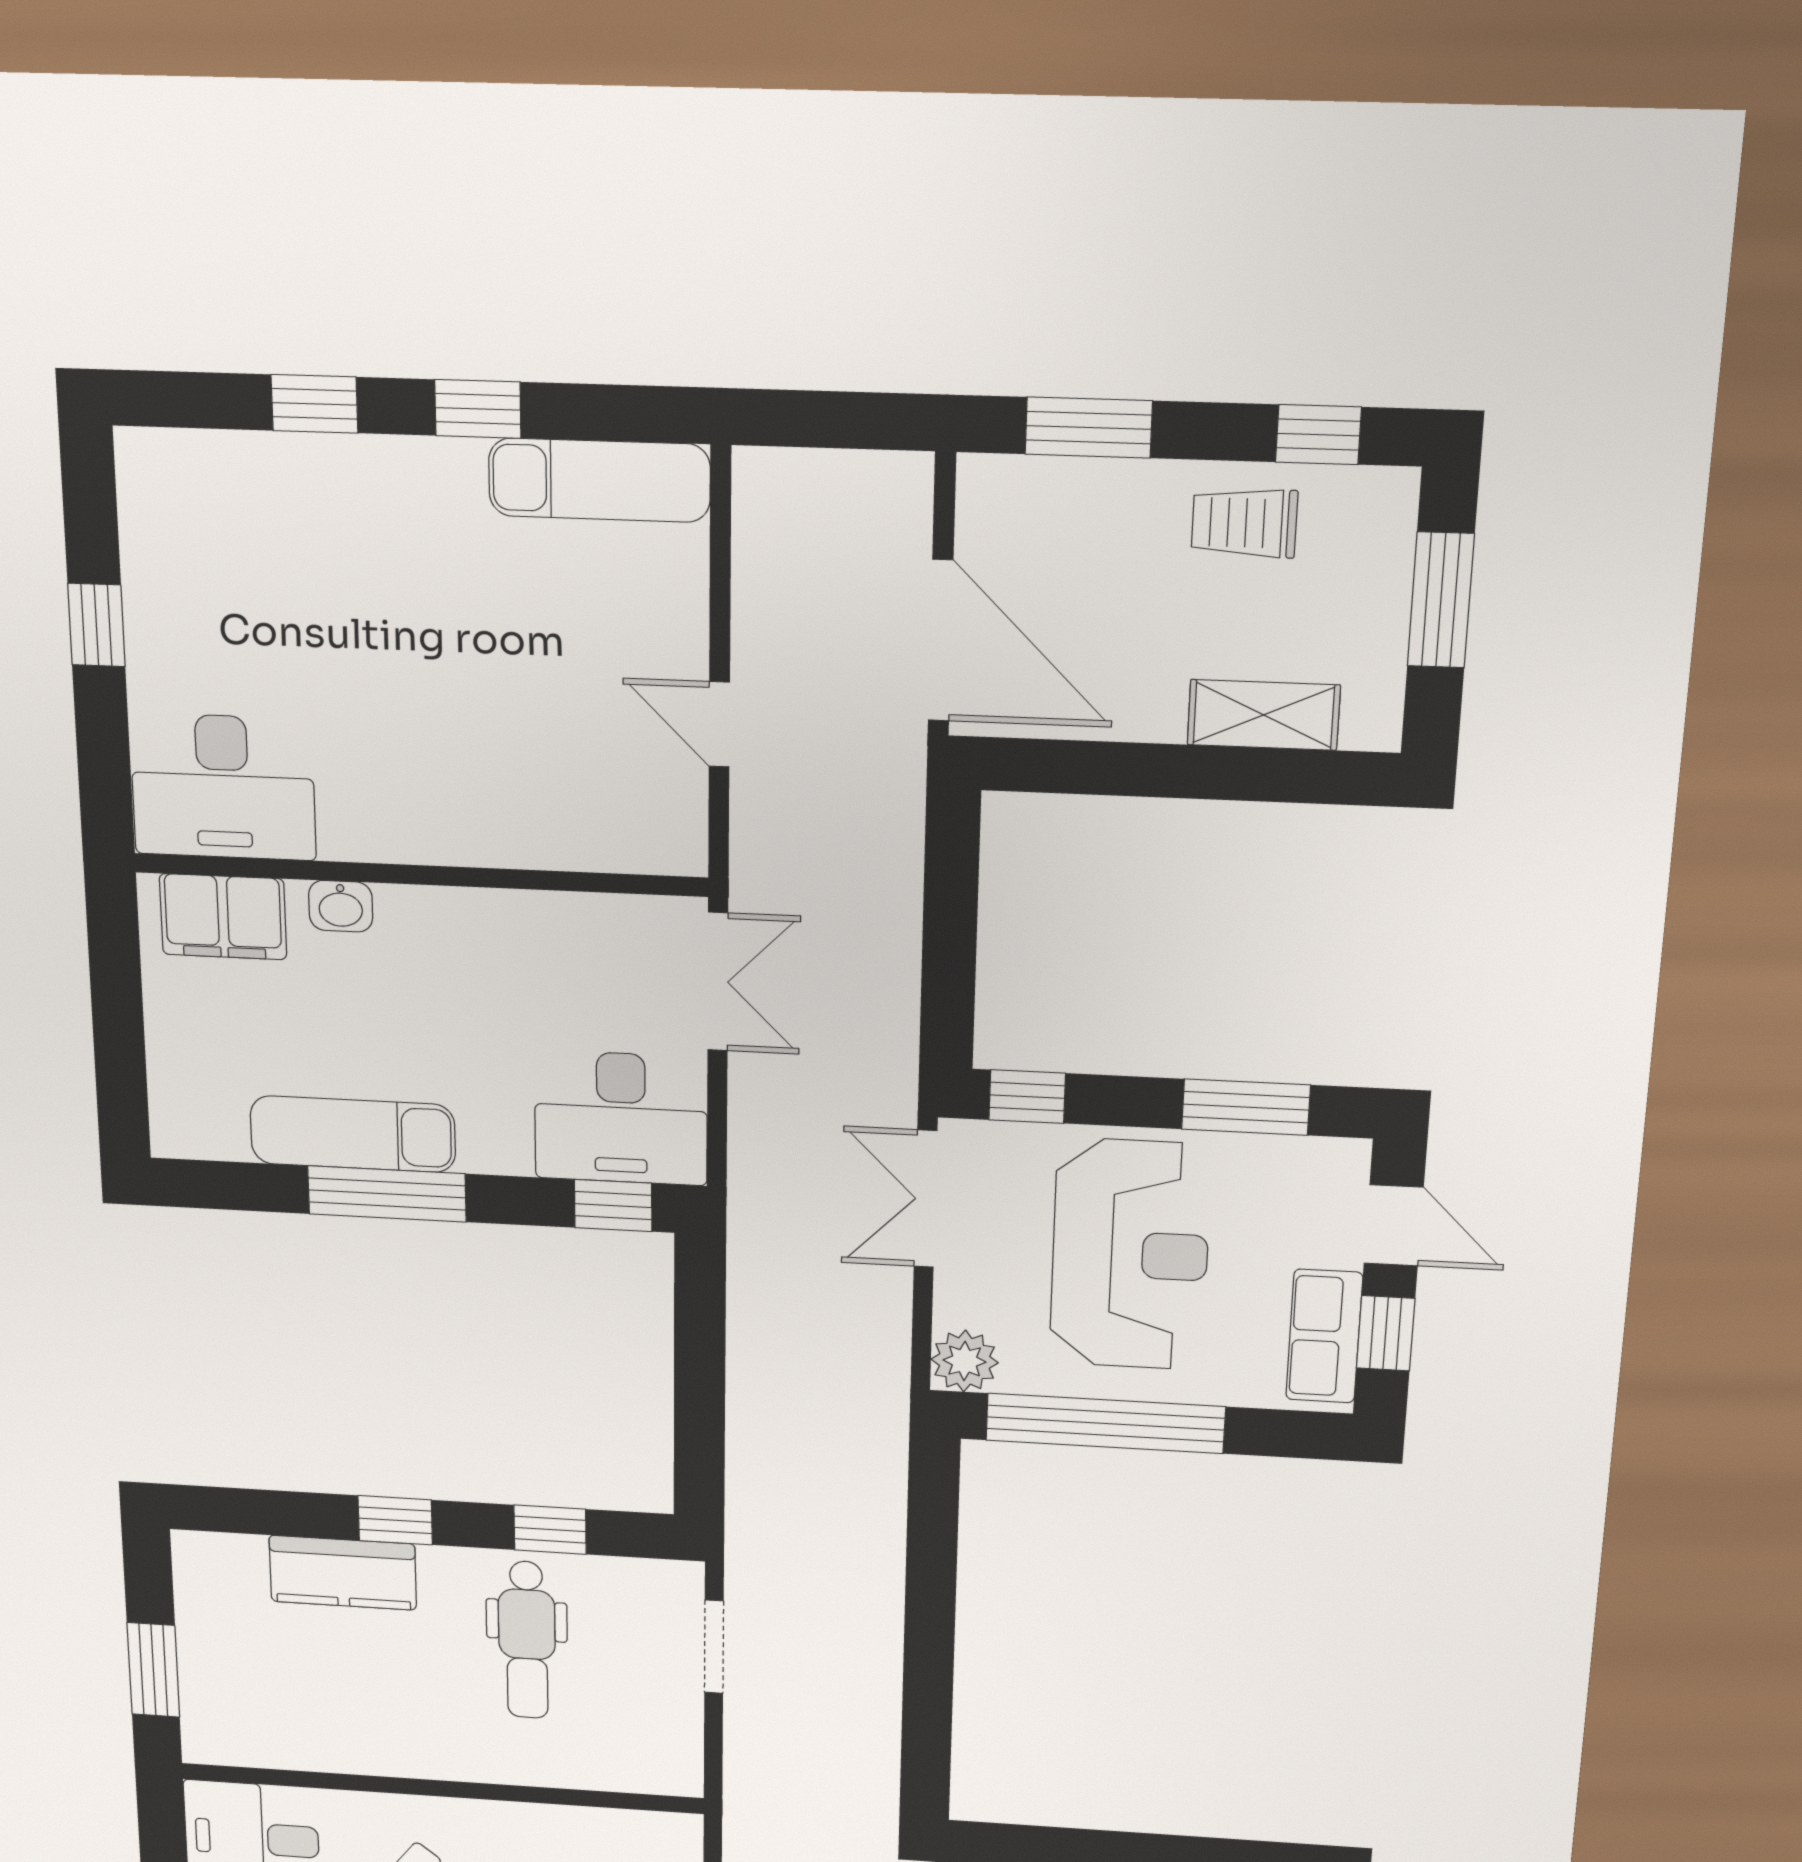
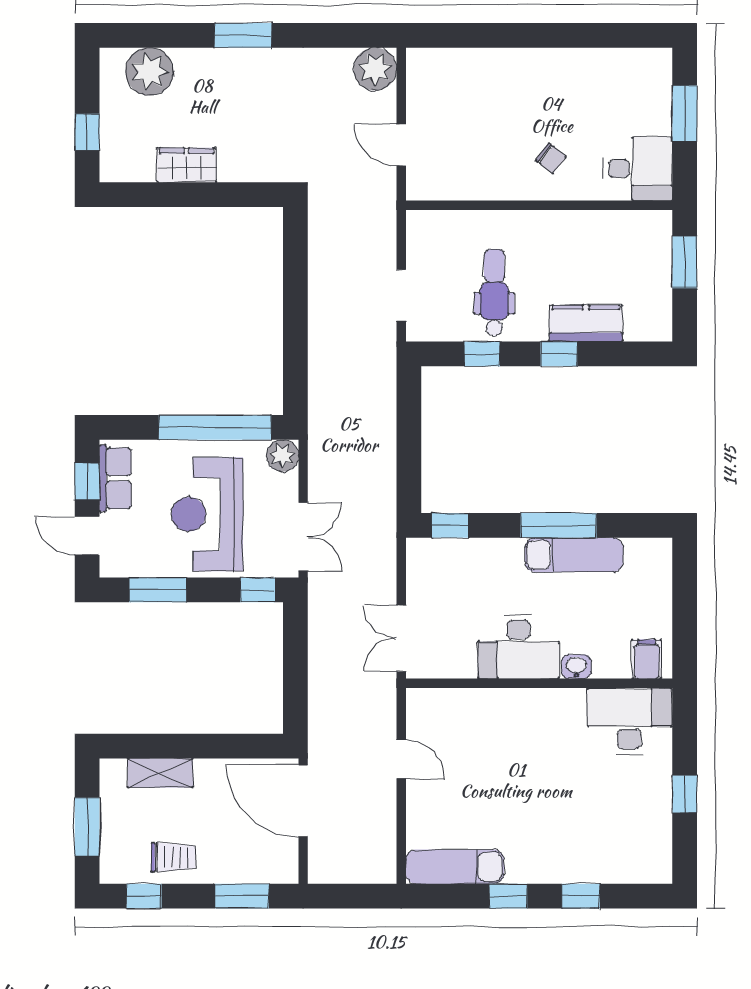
filing cabinet: (223, 917) -> (647, 659), width x0.50
desk: (621, 1118) -> (518, 647), moved, turned 180

